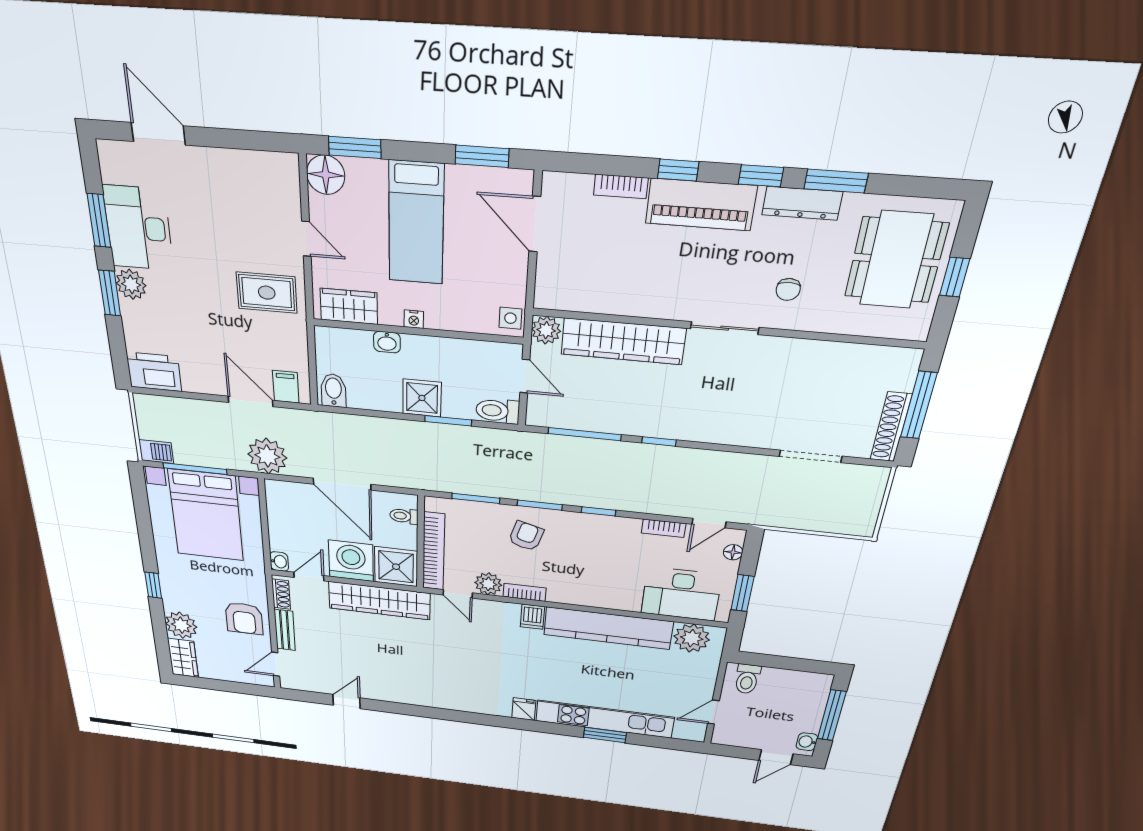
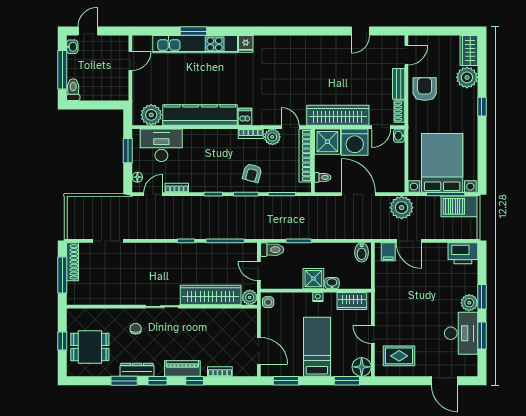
piano: (701, 205) -> (182, 368), width x0.73, depth x0.75
dining table: (896, 260) -> (90, 347), width x0.73
rug: (267, 293) -> (399, 356), moved
shower: (422, 398) -> (313, 279), moved
barbecue: (156, 452) -> (459, 206), width x1.88, depth x1.53
toilet: (747, 679) -> (73, 90), moved

